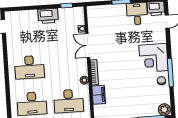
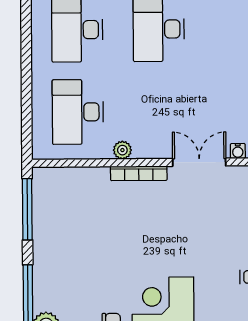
filing cabinet: (99, 95) -> (88, 180), removed

